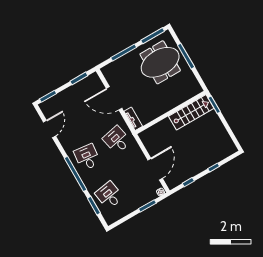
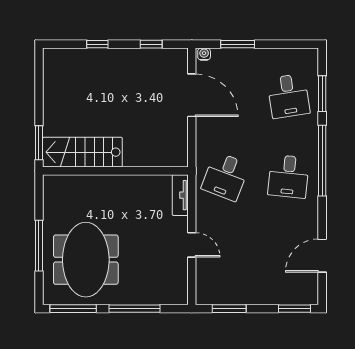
meeting table: (160, 62) -> (86, 260), turned 90
door: (114, 98) -> (192, 245), width x0.53
desk: (117, 140) -> (225, 176), turned 33
door: (155, 169) -> (192, 95), swing flipped

